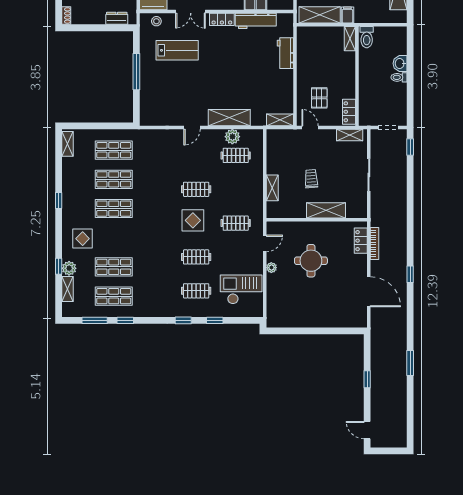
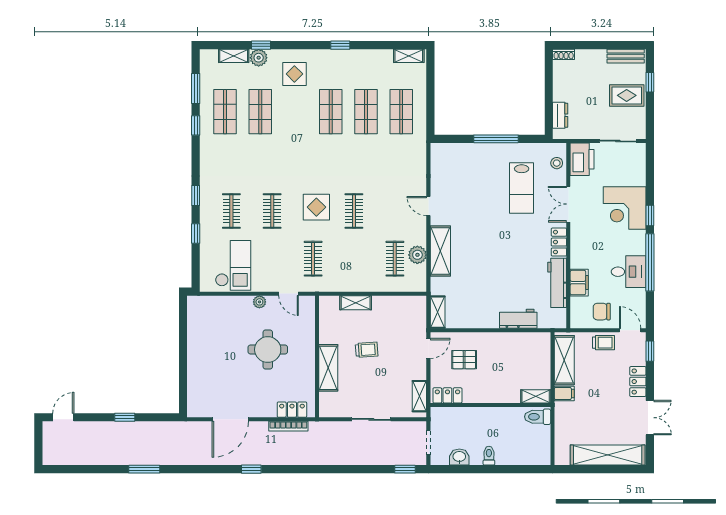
washbasin: (400, 63) -> (459, 457), moved

